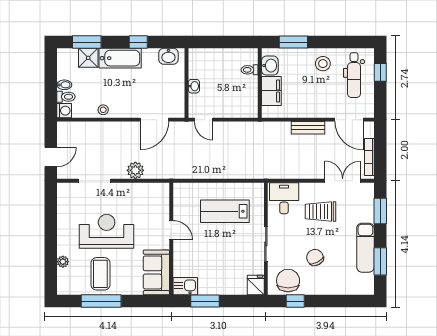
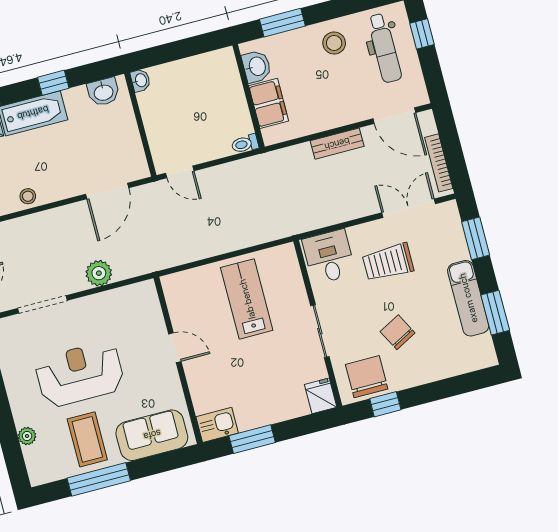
toilet: (250, 70) -> (245, 144), moved
washbasin: (194, 86) -> (140, 80), moved
lab bench: (225, 211) -> (247, 299), turned 90
sofa: (156, 272) -> (152, 435), moved, turned 90

